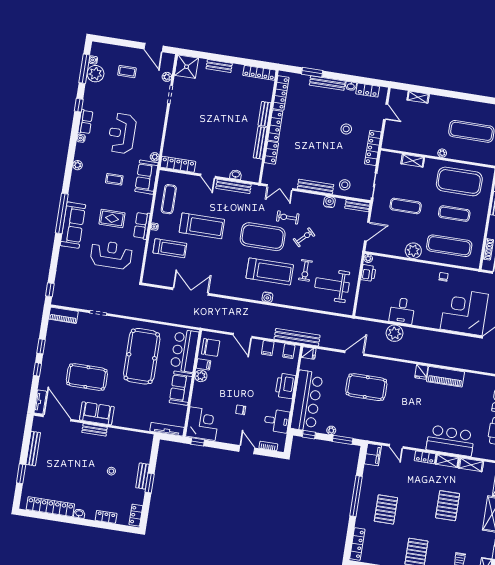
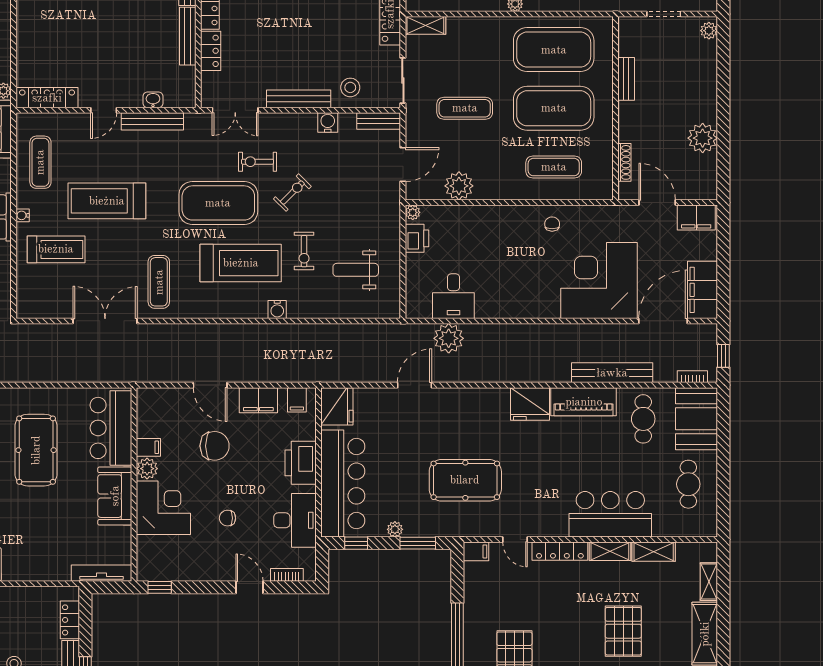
shelving: (413, 161) -> (425, 25), moved
door: (208, 176) -> (104, 110), hinge flipped
exercise mat: (454, 214) -> (554, 108), width x2.00, depth x1.45
treadmill: (202, 226) -> (107, 201), turned 180
exercise mat: (449, 246) -> (554, 167), width x0.73, depth x0.69
plant: (413, 251) -> (459, 186), moved
exercise mat: (223, 275) -> (159, 282), added
weight bench: (332, 285) -> (356, 270), width x0.73, depth x0.75
water cooler: (267, 297) -> (277, 309), moved
desk: (402, 311) -> (453, 296), moved
plant: (395, 333) -> (449, 338), moved
bench: (297, 337) -> (612, 373), moved
chair: (211, 347) -> (215, 446), moved
filing cabinet: (268, 348) -> (258, 400), width x2.00
fridge: (309, 353) -> (337, 406), width x1.88, depth x1.34
pool table: (142, 356) -> (36, 450), width x0.73, depth x0.76
fridge: (421, 372) -> (530, 404), width x1.88, depth x1.34
pool table: (366, 387) -> (465, 480), moved
cafe table: (477, 391) -> (643, 419), added
desk: (277, 421) -> (295, 520), width x1.37
corner desk: (203, 424) -> (163, 508), moved
locker: (146, 452) -> (70, 620), added
filing cabinet: (373, 455) -> (476, 551), width x0.50
locker: (425, 457) -> (560, 551), width x1.53

